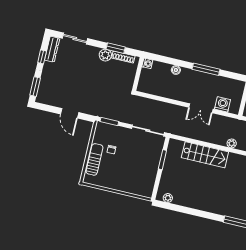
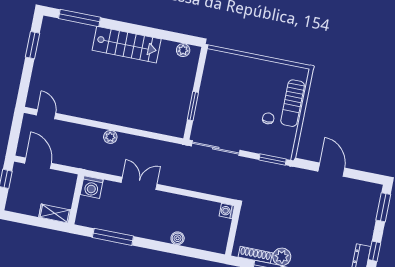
washing machine: (147, 63) -> (227, 211), moved
window: (206, 69) -> (113, 237), moved
washing machine: (223, 104) -> (92, 187), moved
plant: (232, 143) -> (110, 137), moved
stairs: (205, 155) -> (127, 45), moved, turned 180

